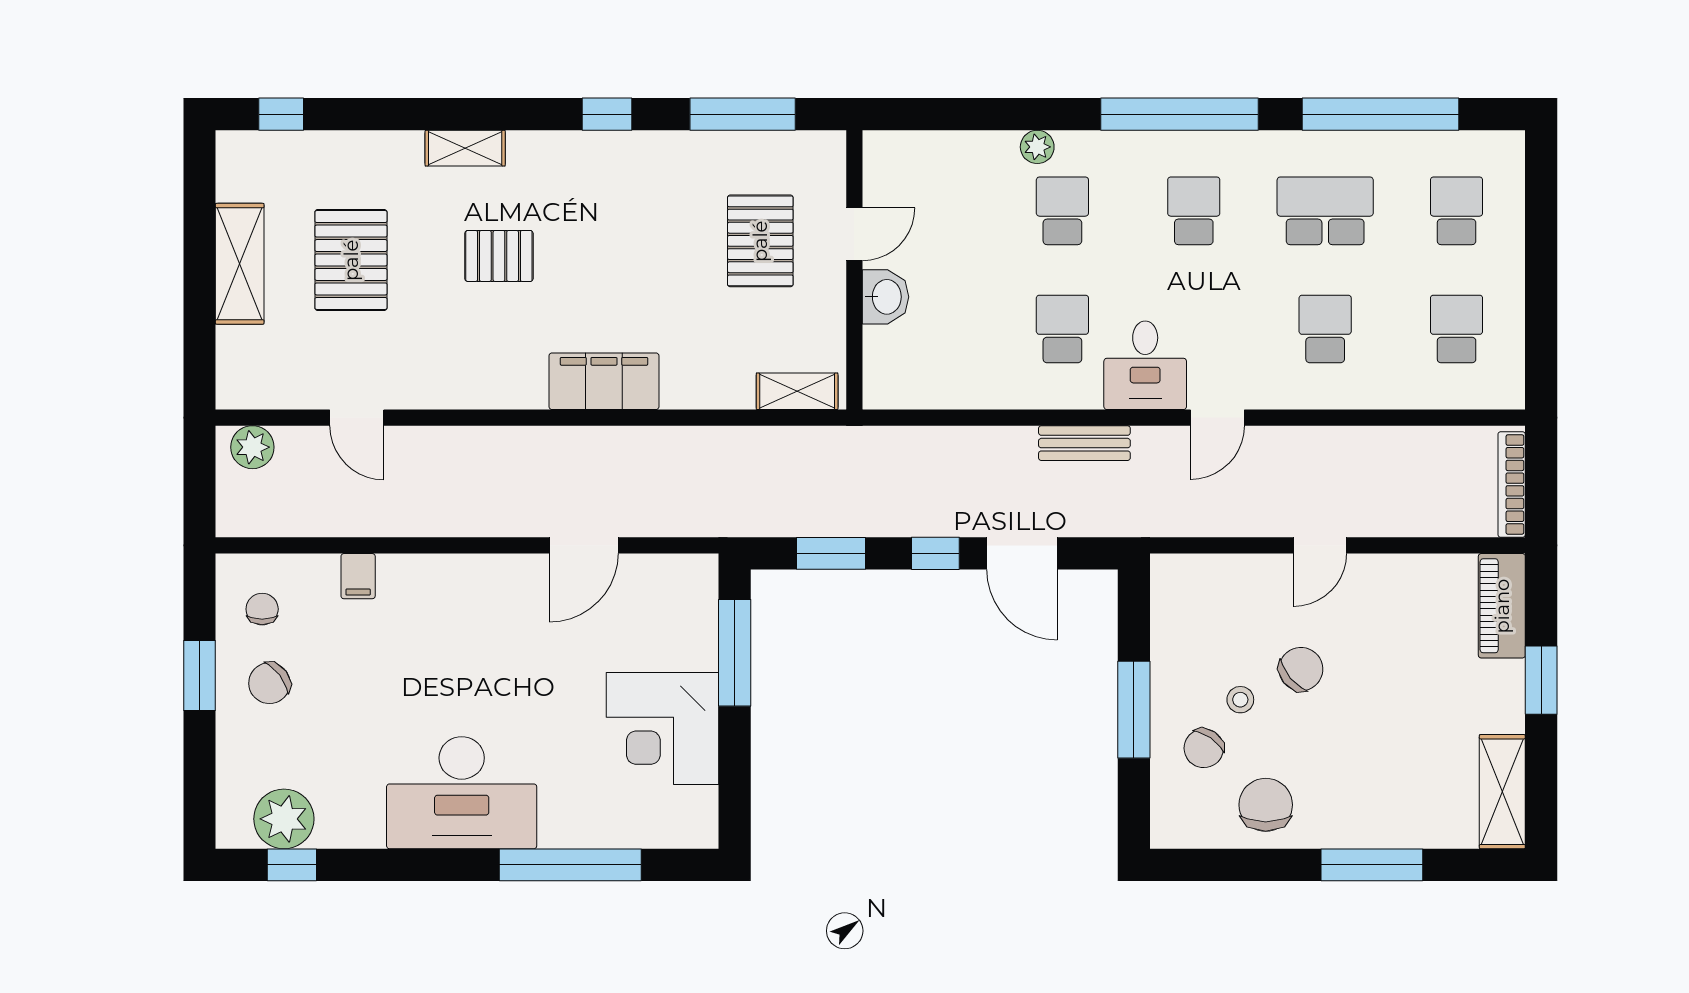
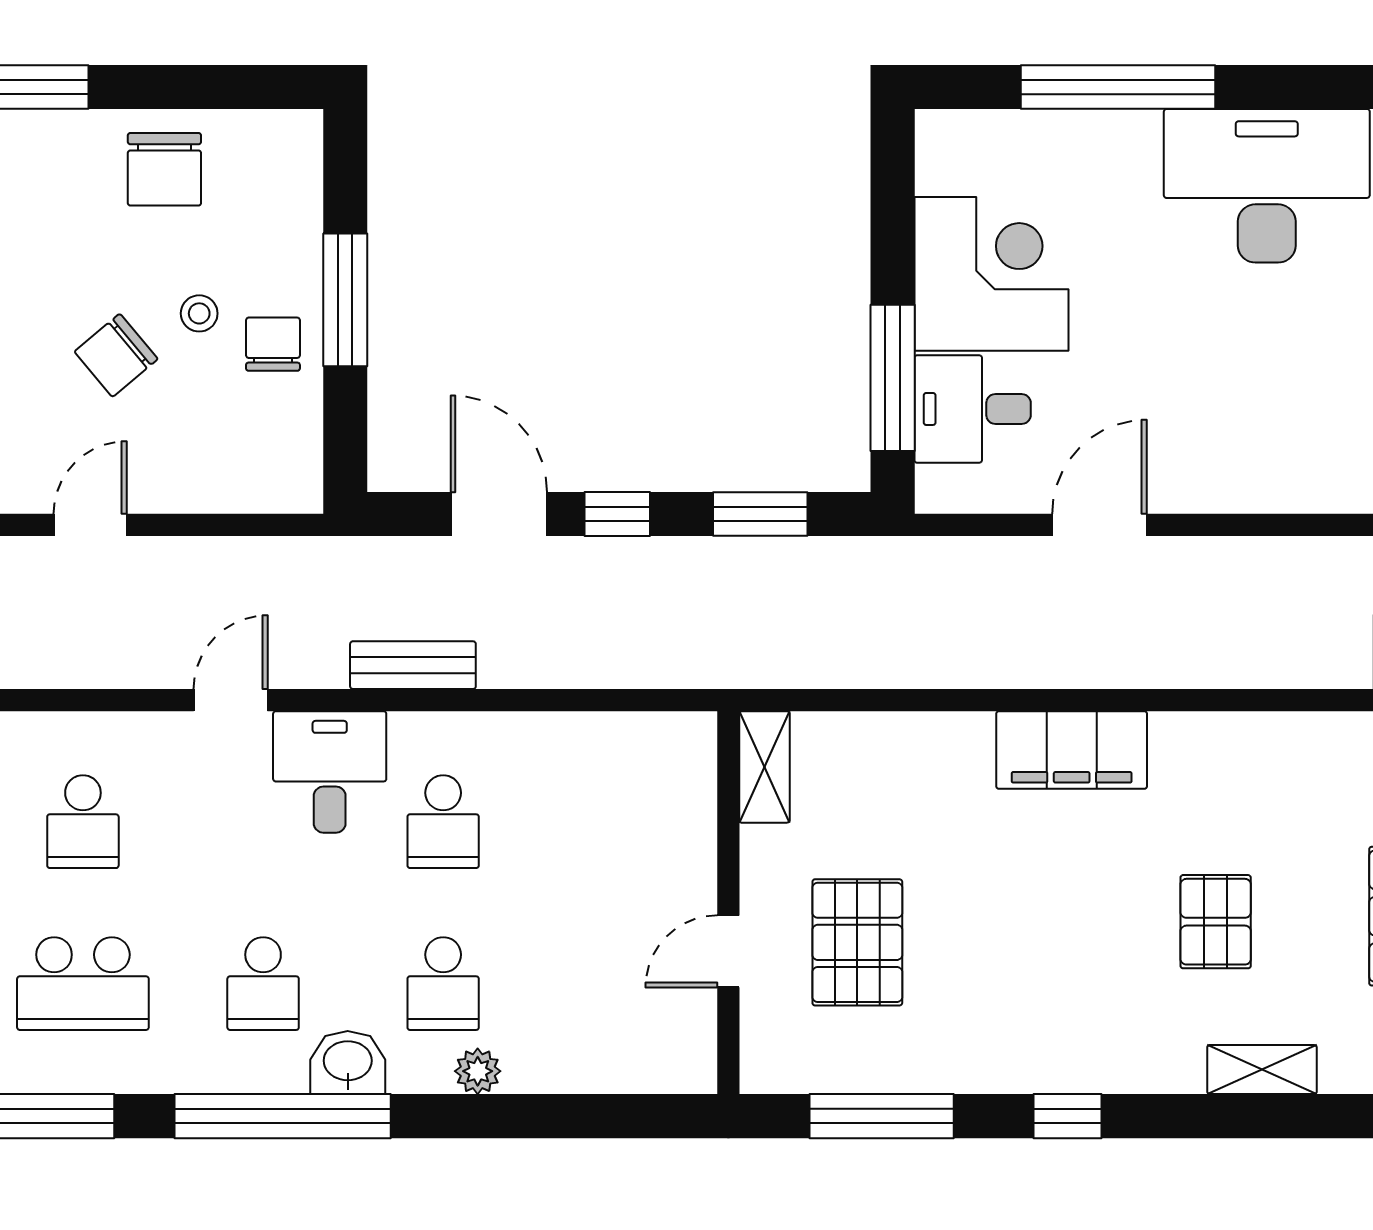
pallet: (499, 256) -> (1216, 922), turned 90
washbasin: (885, 297) -> (348, 1063), moved, turned 90
shelving: (797, 391) -> (764, 767), moved, turned 90
desk: (676, 630) -> (973, 409), added
chair: (1204, 748) -> (273, 344), moved, turned -35

